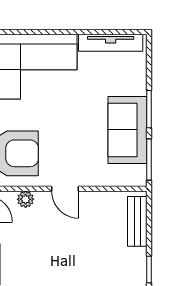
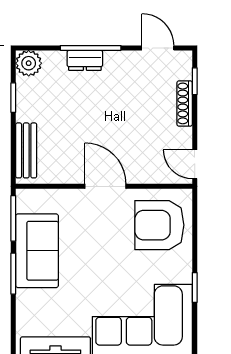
door: (65, 189) -> (105, 186), width x1.38
plant: (26, 199) -> (149, 175), removed

